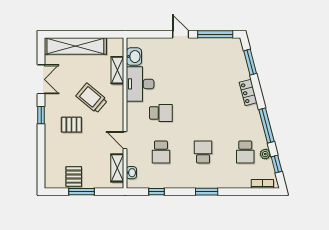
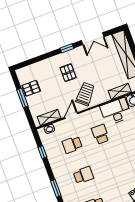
trolley: (92, 98) -> (85, 94), moved
school desk: (161, 113) -> (100, 134), turned 180

